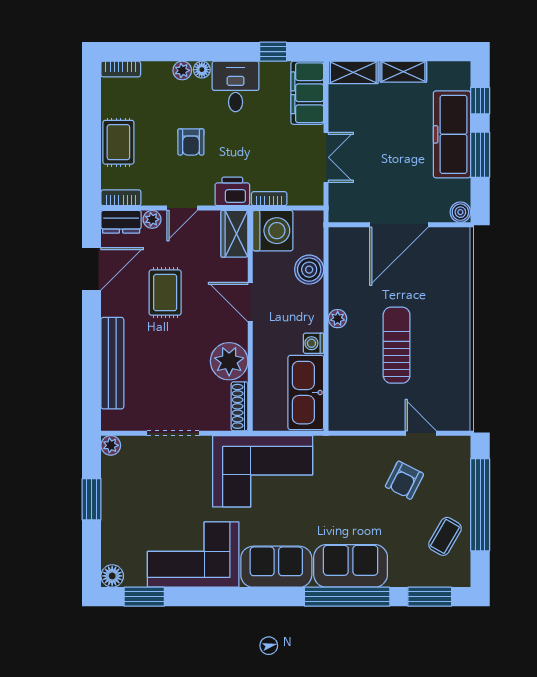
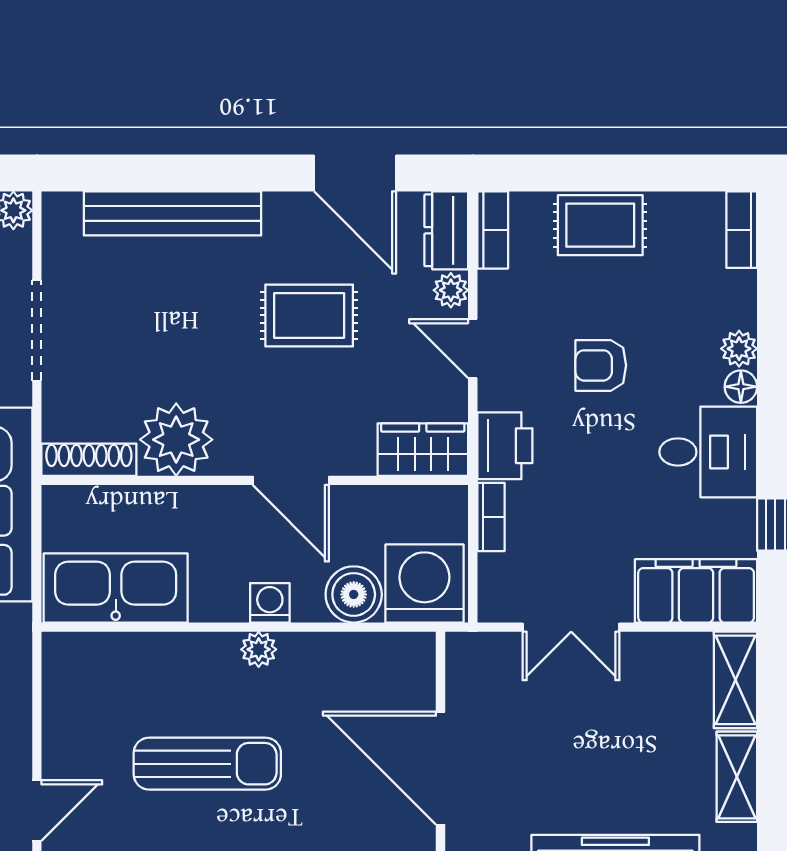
washing machine: (273, 231) -> (424, 584), moved, turned 180
door: (250, 302) -> (291, 480), swing flipped
washing machine: (313, 343) -> (270, 603), moved

